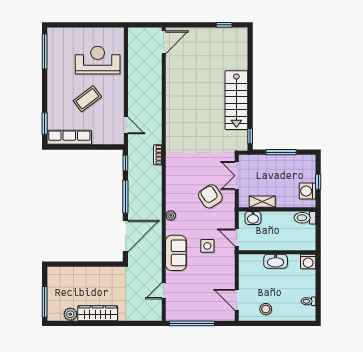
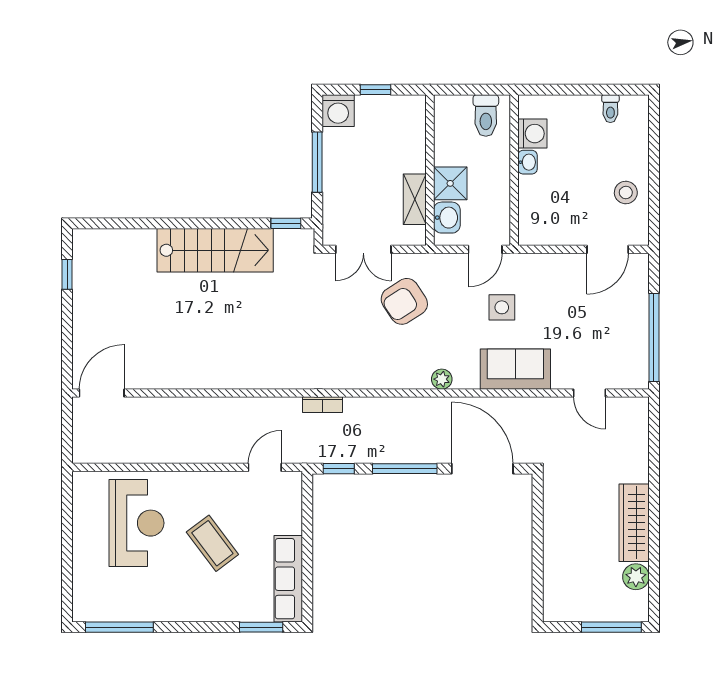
door: (164, 42) -> (102, 393), hinge flipped
reception desk: (98, 60) -> (136, 523), turned 180
washing machine: (307, 191) -> (338, 111), moved
toilet: (305, 218) -> (486, 116), moved
shower: (270, 220) -> (450, 183), added
washbasin: (276, 261) -> (528, 162), width x0.52, depth x0.69
washing machine: (308, 262) -> (532, 134), moved

